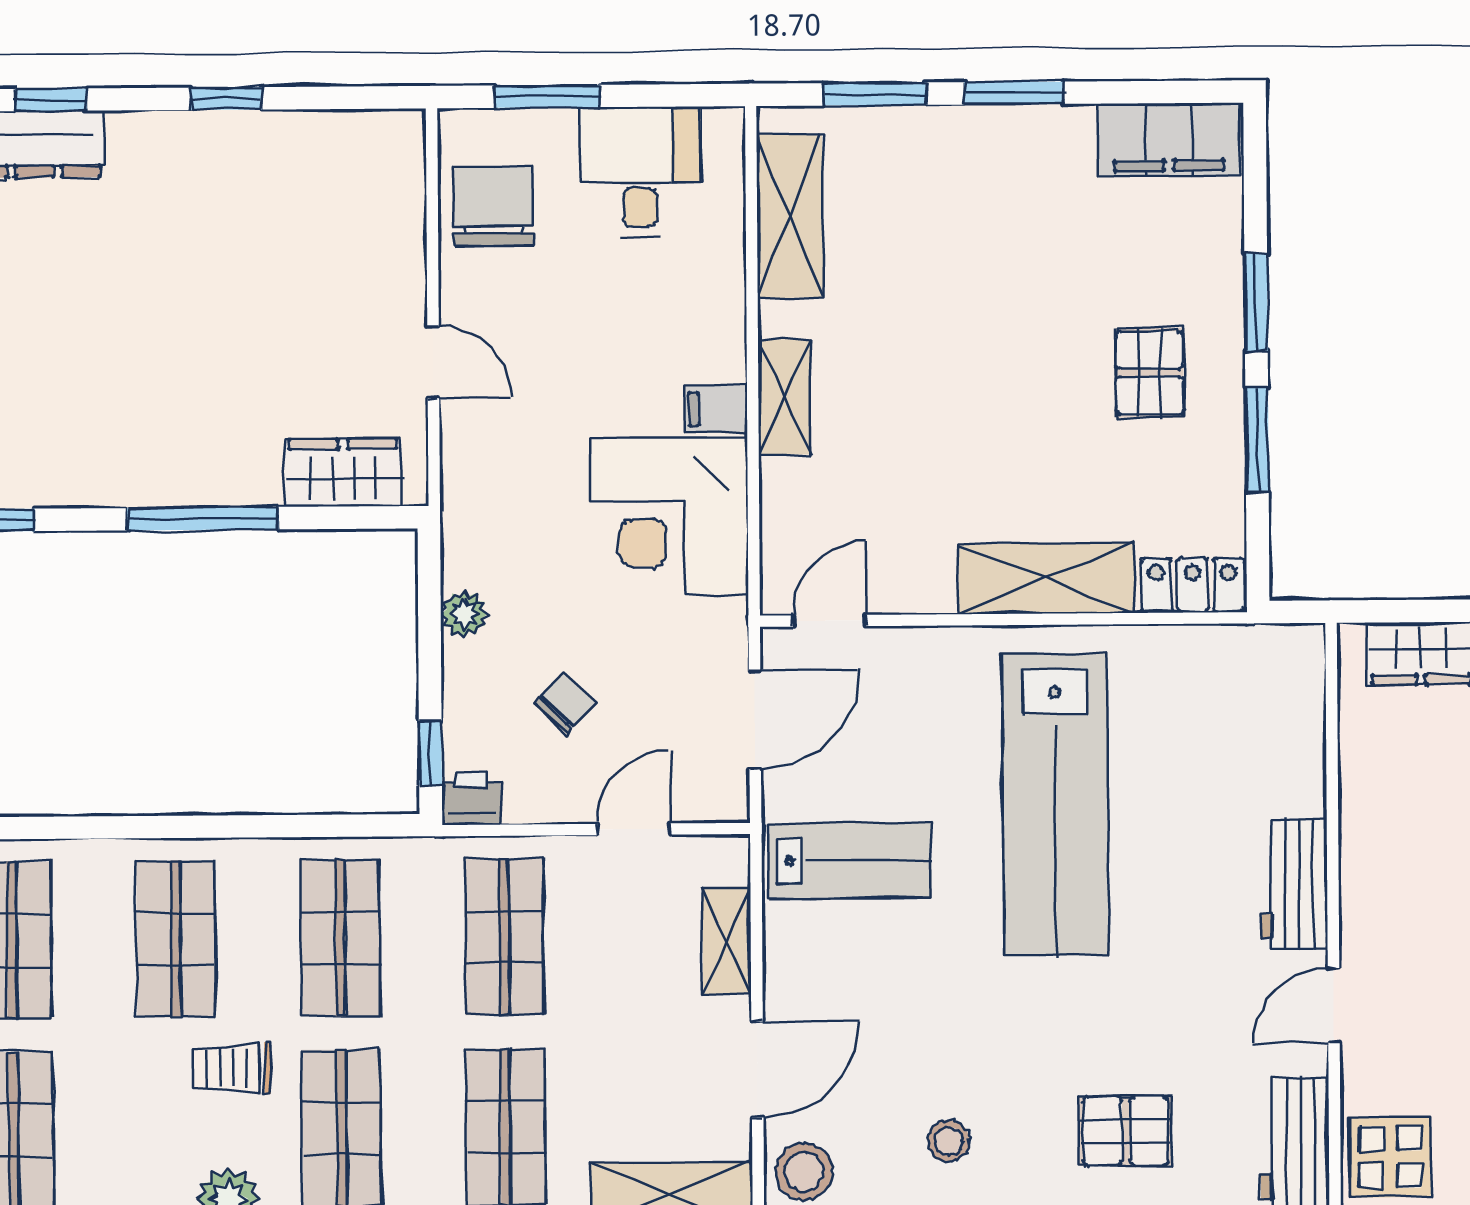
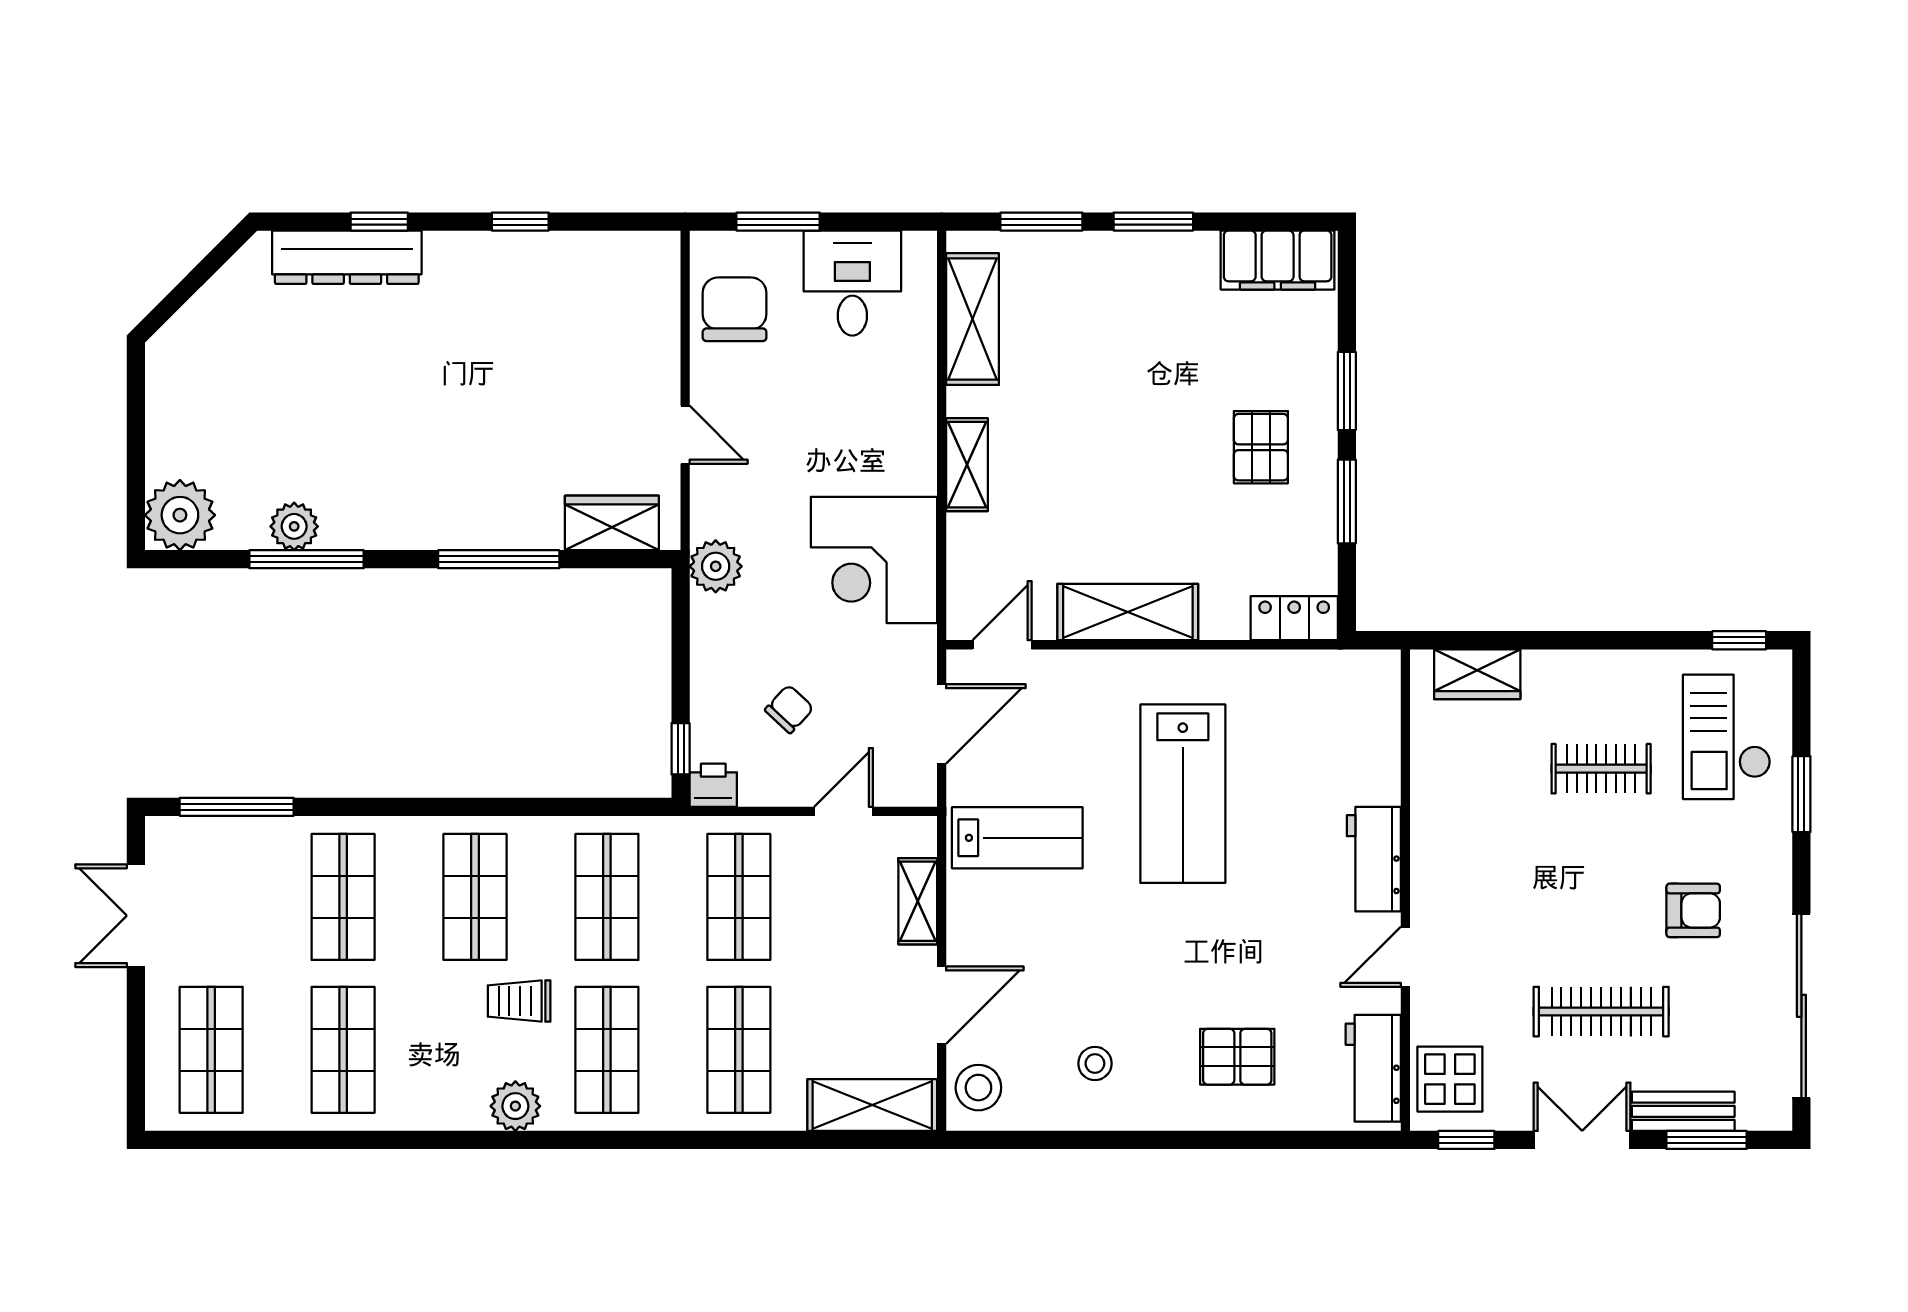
filing cabinet: (716, 409) -> (912, 474), removed
shelving: (1046, 579) -> (1128, 612), moved
plant: (464, 614) -> (716, 566), moved, width x1.38, depth x1.38
lab bench: (1056, 804) -> (1183, 794), width x0.73

